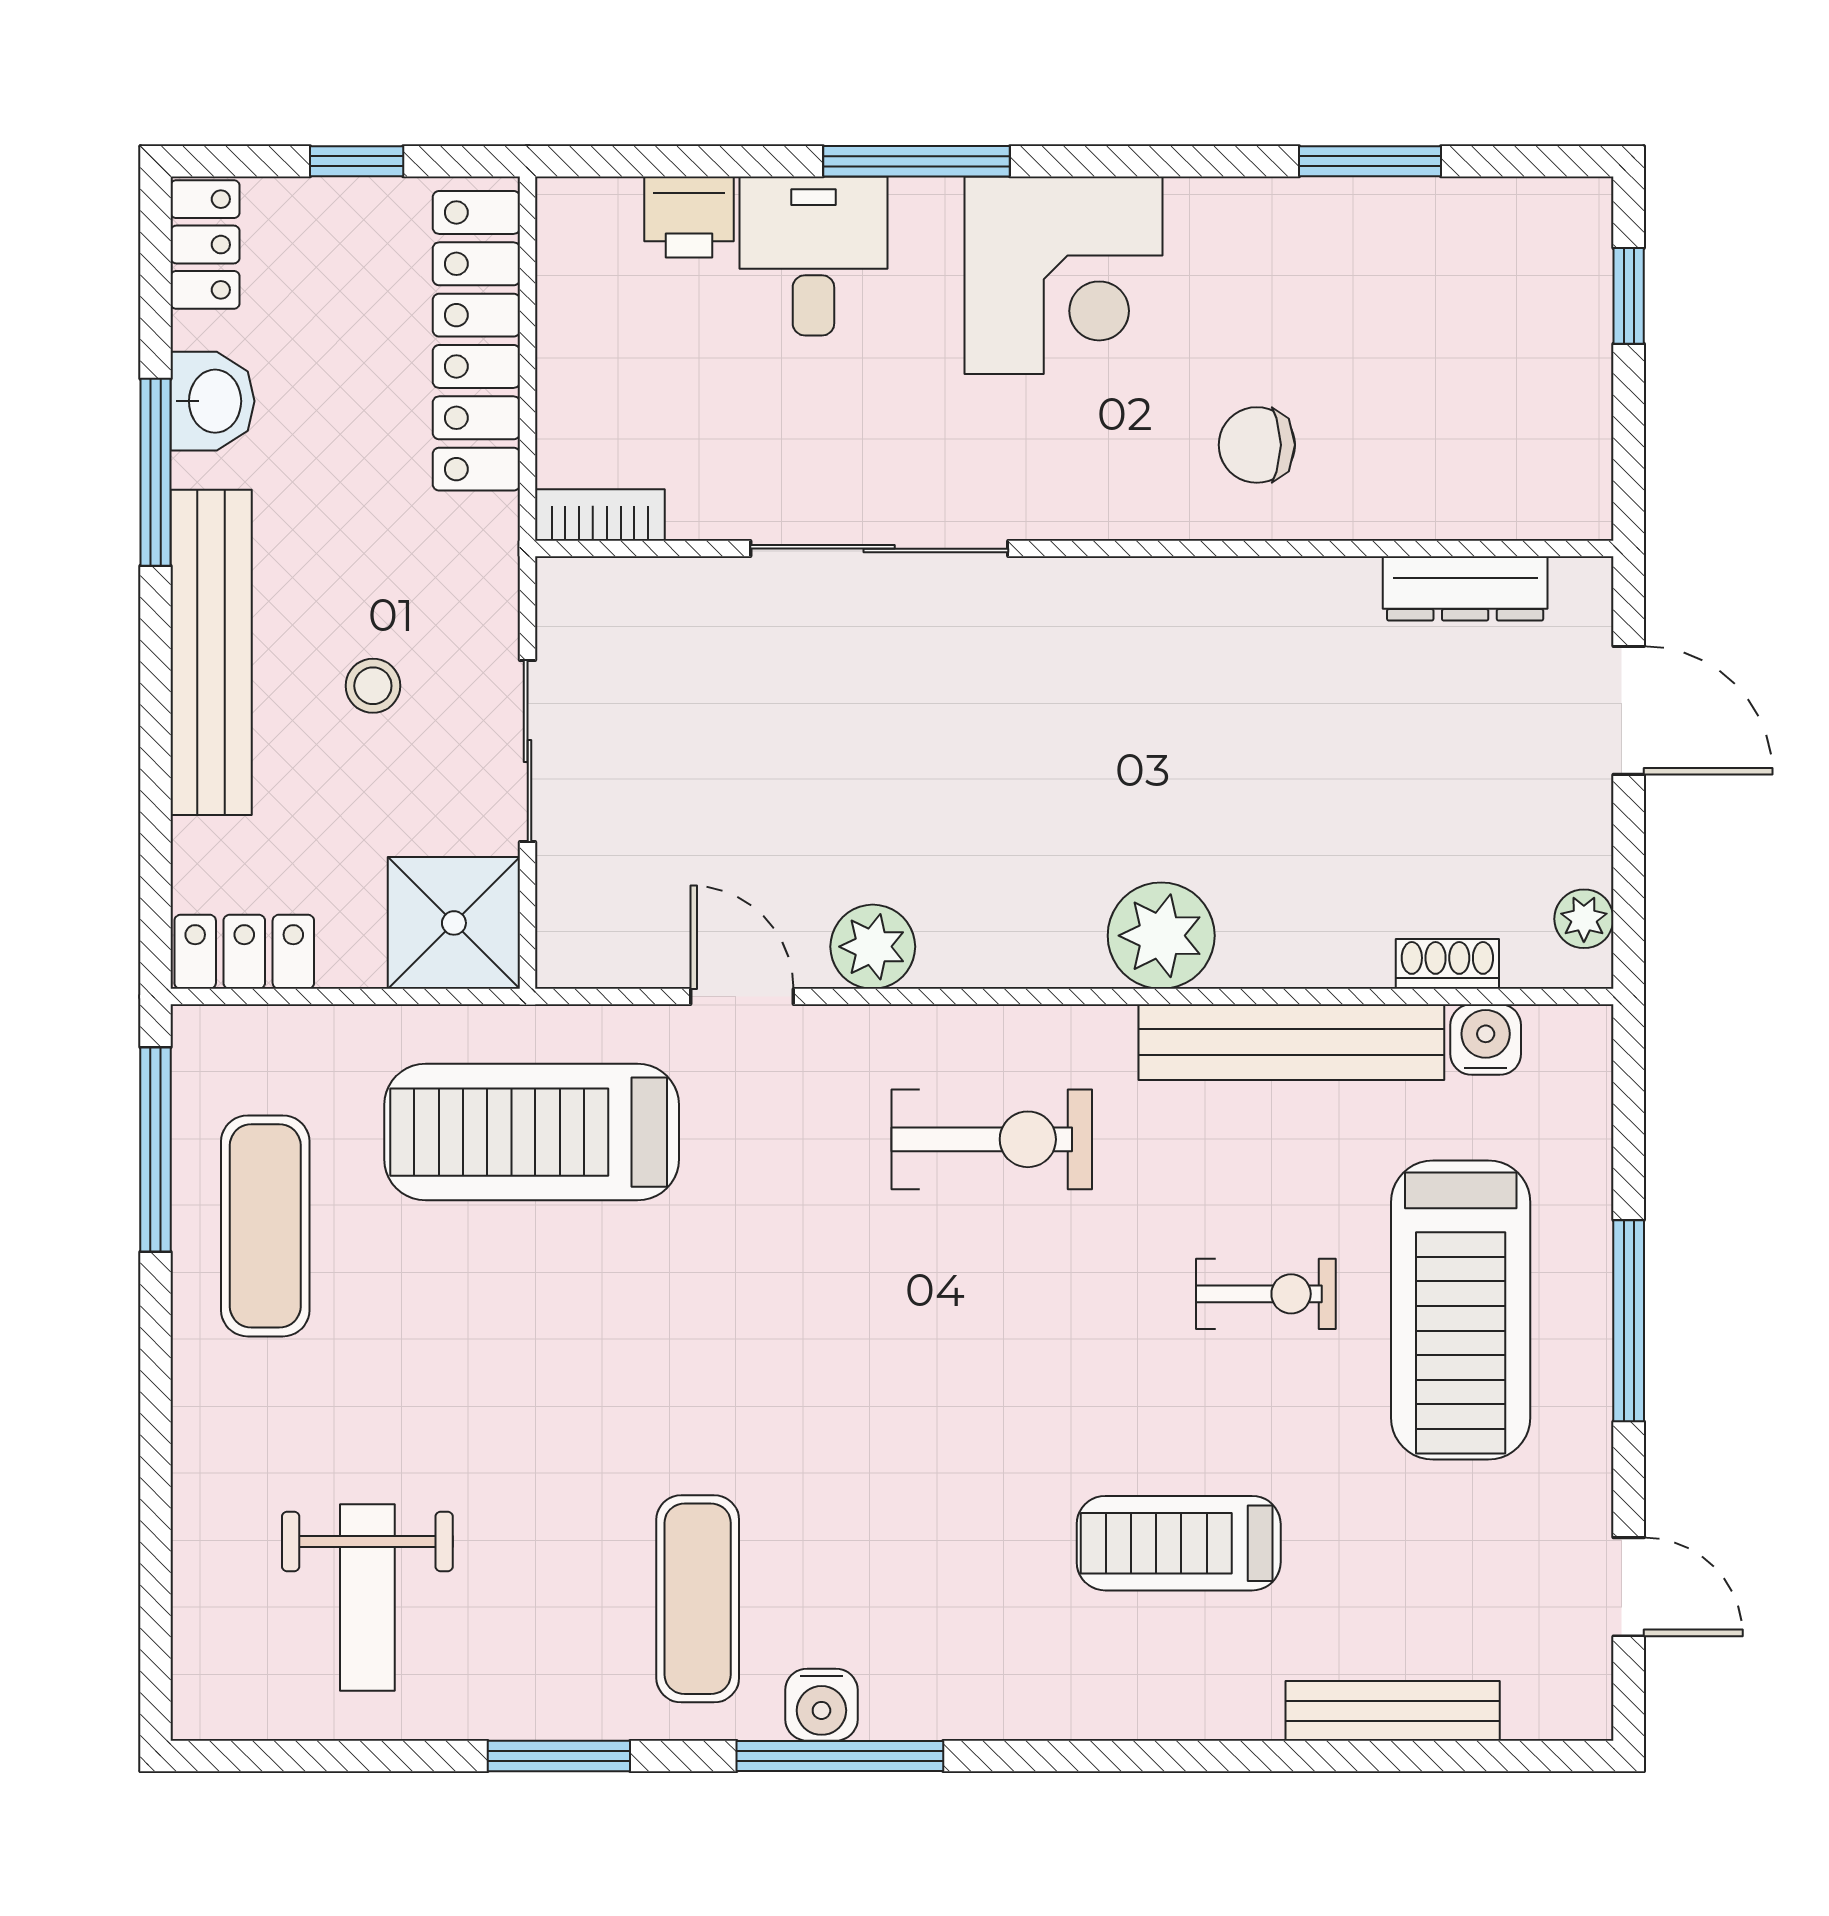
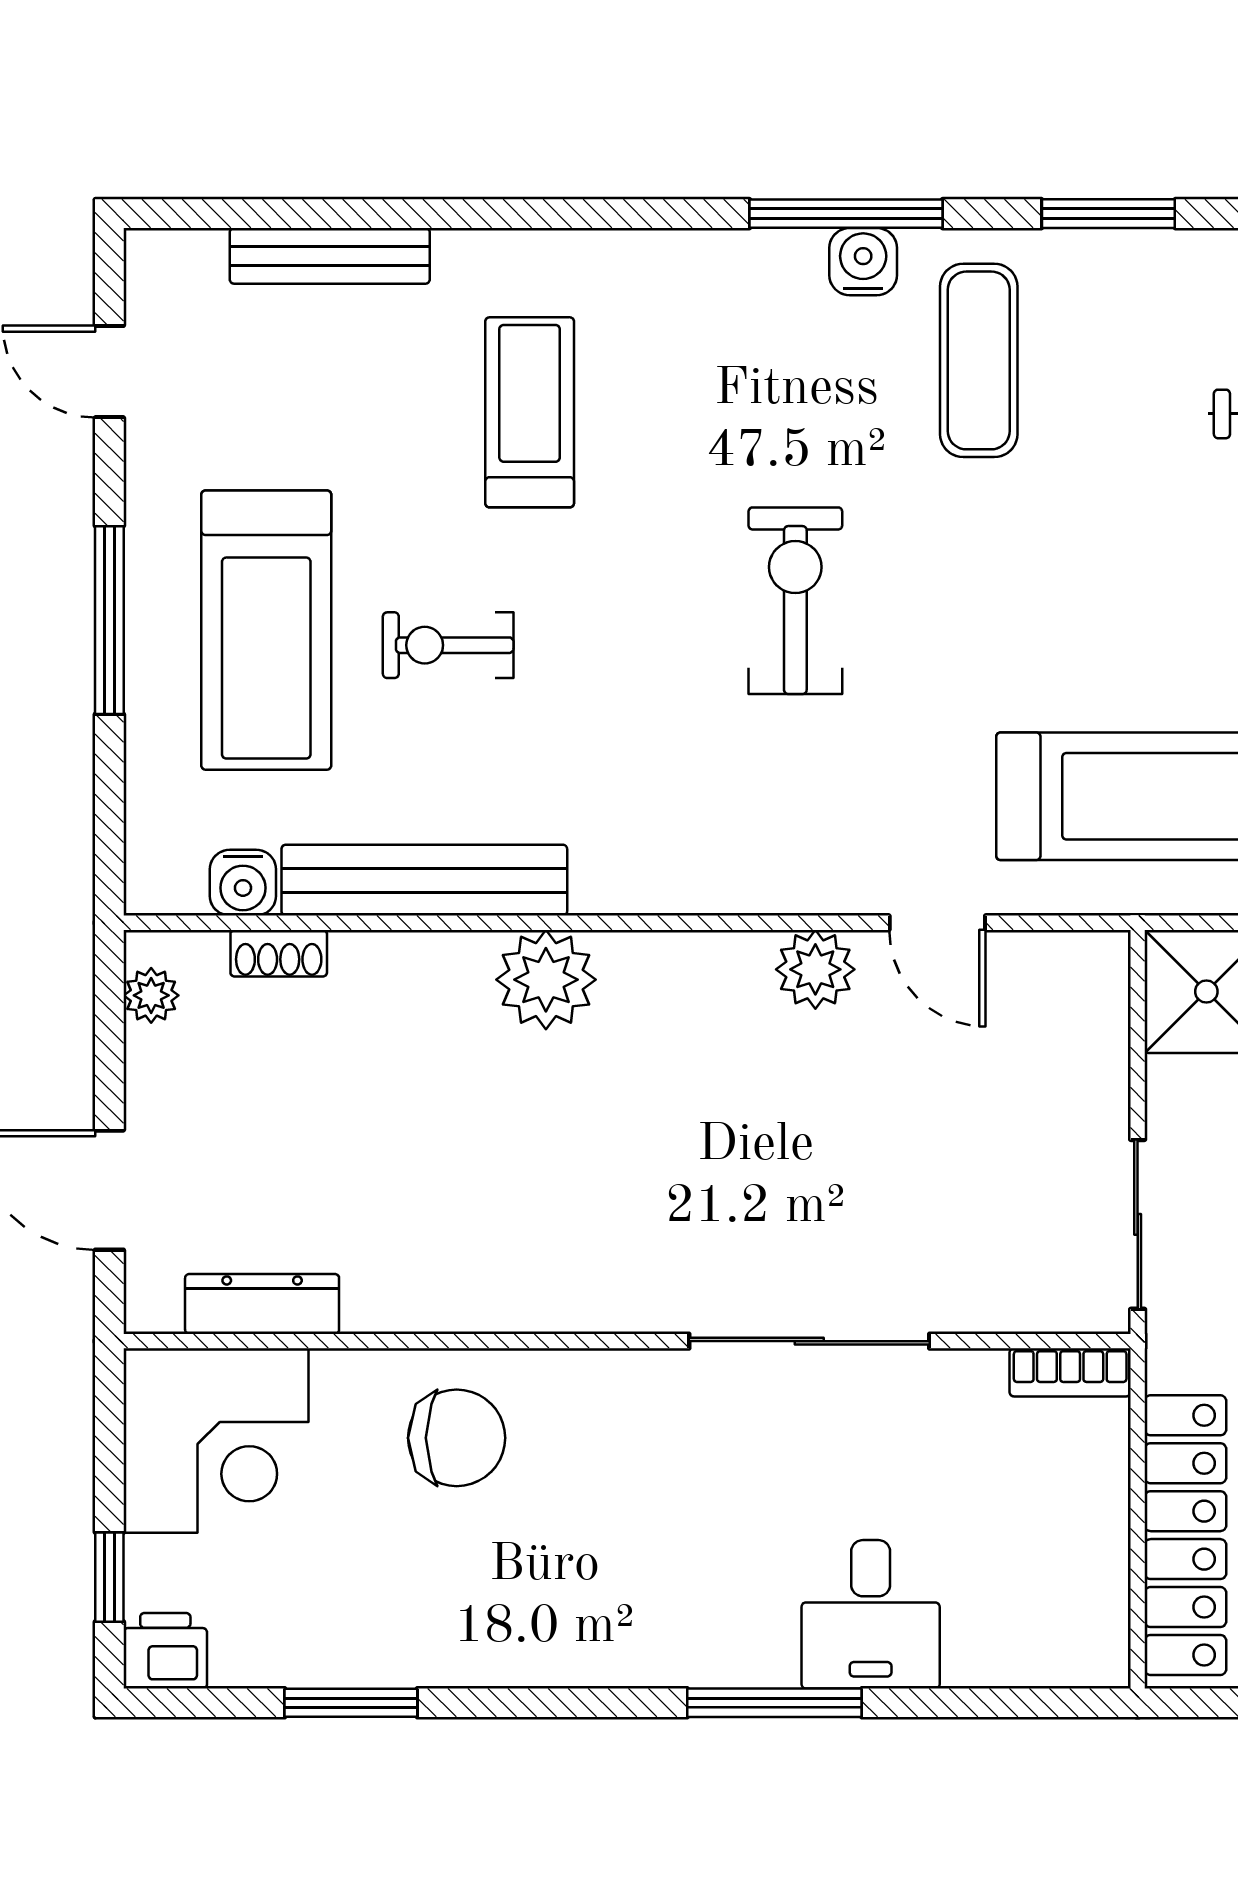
printer: (689, 217) -> (165, 1651), moved
corner desk: (1064, 275) -> (216, 1441), moved, turned 180
chair: (1257, 445) -> (457, 1438), width x1.37, depth x1.37
sliding door: (528, 751) -> (1138, 1224), moved
exercise bike: (992, 1139) -> (795, 601), moved, turned 90
treadmill: (1461, 1310) -> (266, 630), turned 180
treadmill: (1179, 1543) -> (530, 412), turned -90

